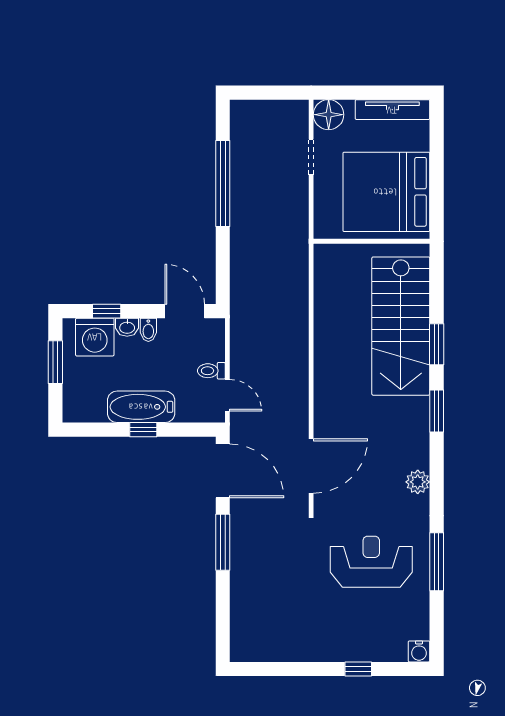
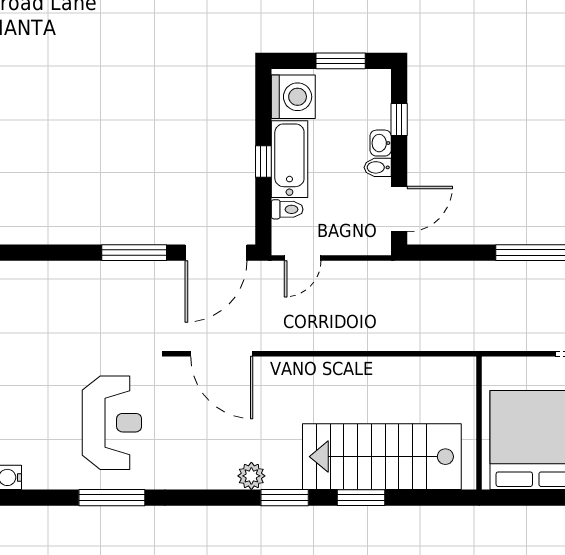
washing machine: (95, 337) -> (293, 97), moved, turned 180
toilet: (211, 371) -> (287, 209), moved, turned 90
plant: (418, 482) -> (251, 476), moved

